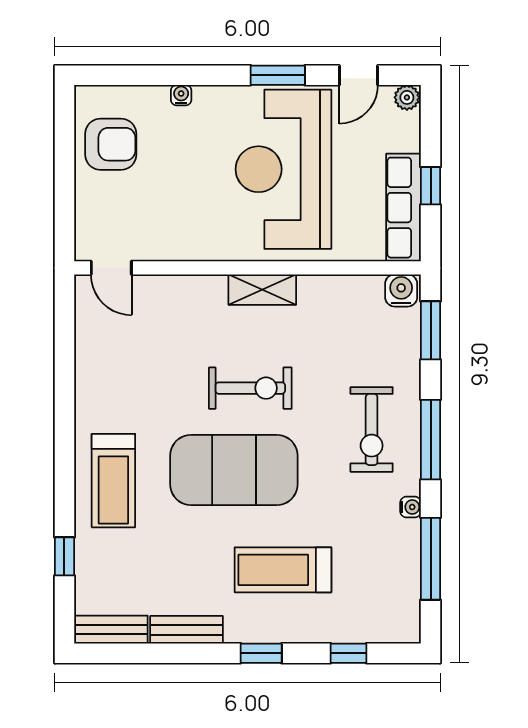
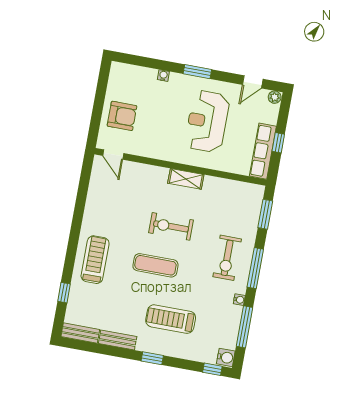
window: (278, 75) -> (197, 72), moved
armchair: (111, 144) -> (122, 116), moved
reception desk: (283, 169) -> (207, 121), width x0.74, depth x0.77
water cooler: (401, 290) -> (226, 357), moved, turned 90
exercise bike: (250, 388) -> (171, 226), turned 180
exercise mat: (234, 470) -> (155, 265), width x0.50, depth x0.69
treadmill: (113, 481) -> (95, 260), turned 180
window: (349, 653) -> (212, 369), moved

